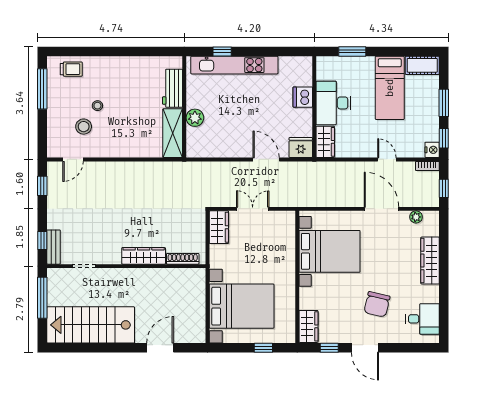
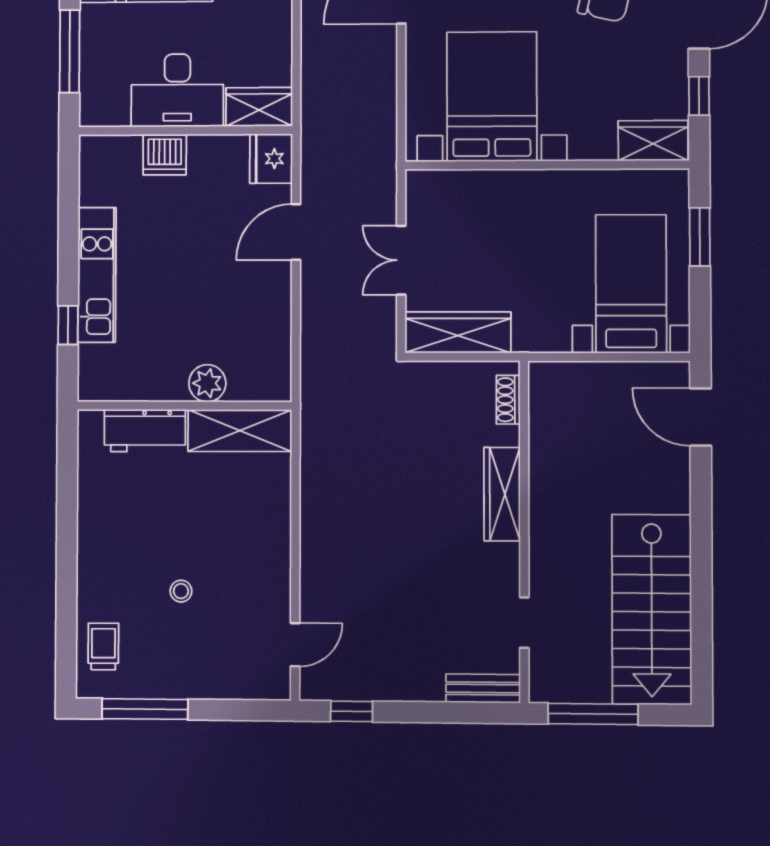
window: (352, 51) -> (70, 51), width x1.44
kitchen unit: (234, 65) -> (97, 275), width x0.73
stool: (84, 127) -> (225, 621), removed
door: (73, 159) -> (295, 645), hinge flipped
wardrobe: (219, 227) -> (458, 332), width x1.50
window: (42, 241) -> (469, 713), removed
shoe rack: (183, 259) -> (508, 400), width x0.70
bed with nightstands: (242, 306) -> (631, 284), width x0.73
door: (160, 348) -> (701, 417), moved
window: (263, 348) -> (700, 237), width x1.50

